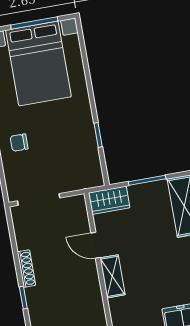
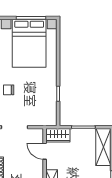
door: (96, 245) -> (45, 151), moved

